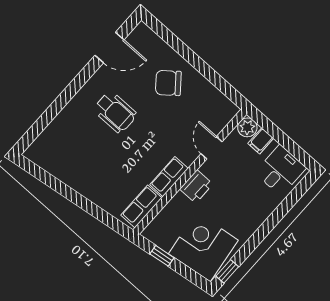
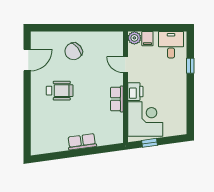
row of seats: (141, 206) -> (82, 142), moved, turned 82
corner desk: (203, 247) -> (145, 119), moved, turned 98
window: (227, 271) -> (190, 66), moved

